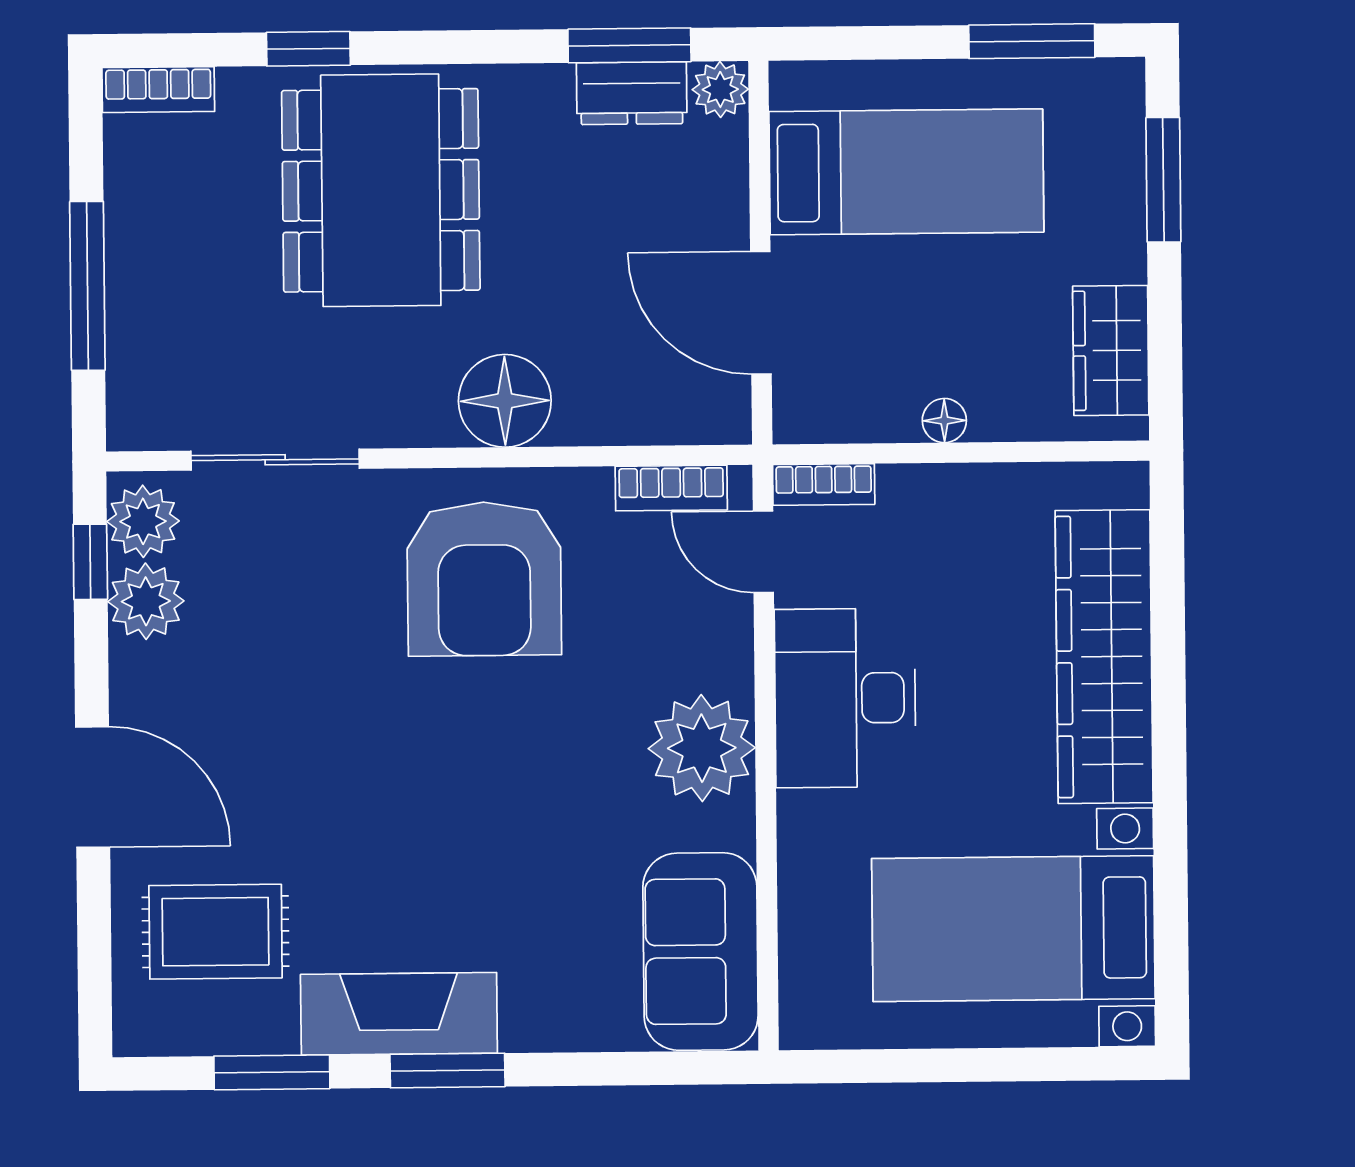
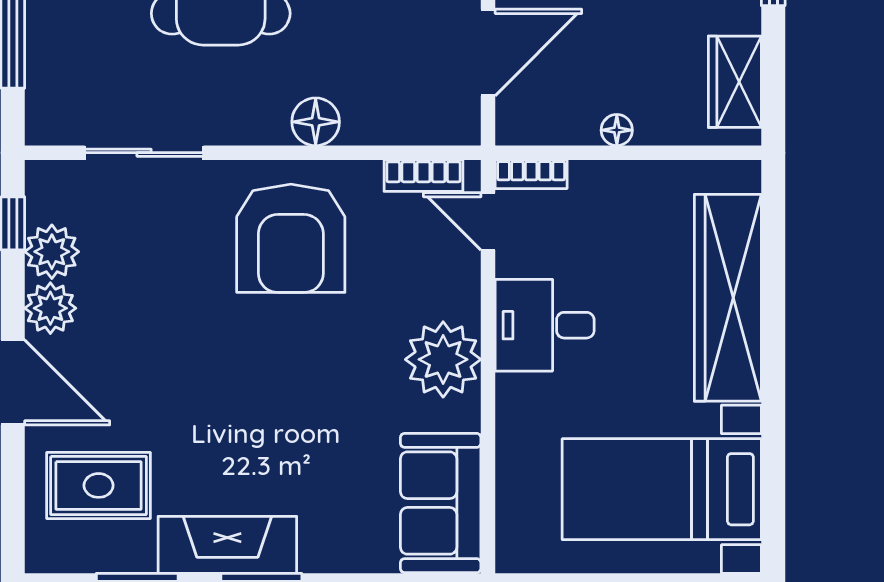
door: (761, 313) -> (488, 53), swing flipped
floor lamp: (505, 401) -> (316, 122), width x0.73, depth x0.73
plant: (143, 521) -> (50, 308), moved
desk: (845, 698) -> (545, 325), width x0.73

